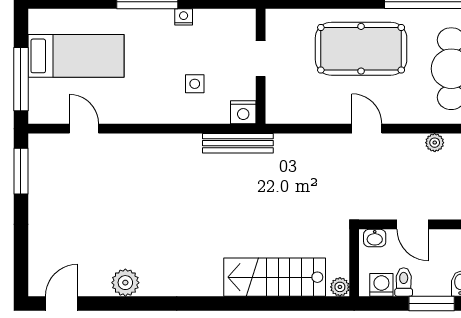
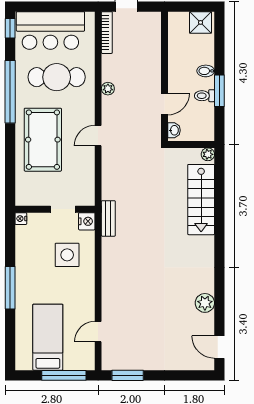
nightstand: (184, 17) -> (21, 219), moved
doorway: (261, 58) -> (63, 209), moved
side table: (195, 84) -> (67, 255), width x1.87, depth x1.87
bench: (238, 143) -> (108, 218), width x0.73
toilet: (404, 282) -> (204, 96), moved
washing machine: (381, 285) -> (206, 125), removed

